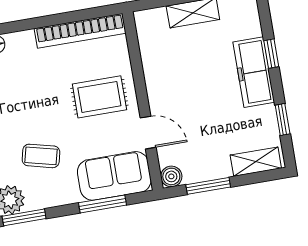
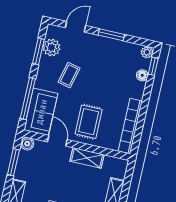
shelving: (156, 77) -> (87, 158), added
door: (148, 133) -> (57, 141), swing flipped
window: (103, 204) -> (28, 99), width x1.44

